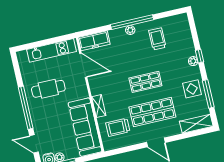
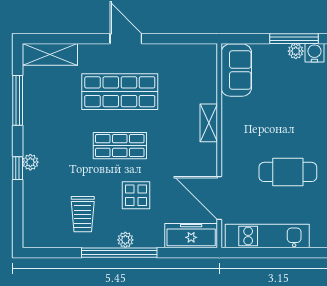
display table: (192, 89) -> (136, 195), moved
sofa: (85, 127) -> (236, 70), width x0.54, depth x0.79
trolley: (118, 127) -> (185, 79), removed

